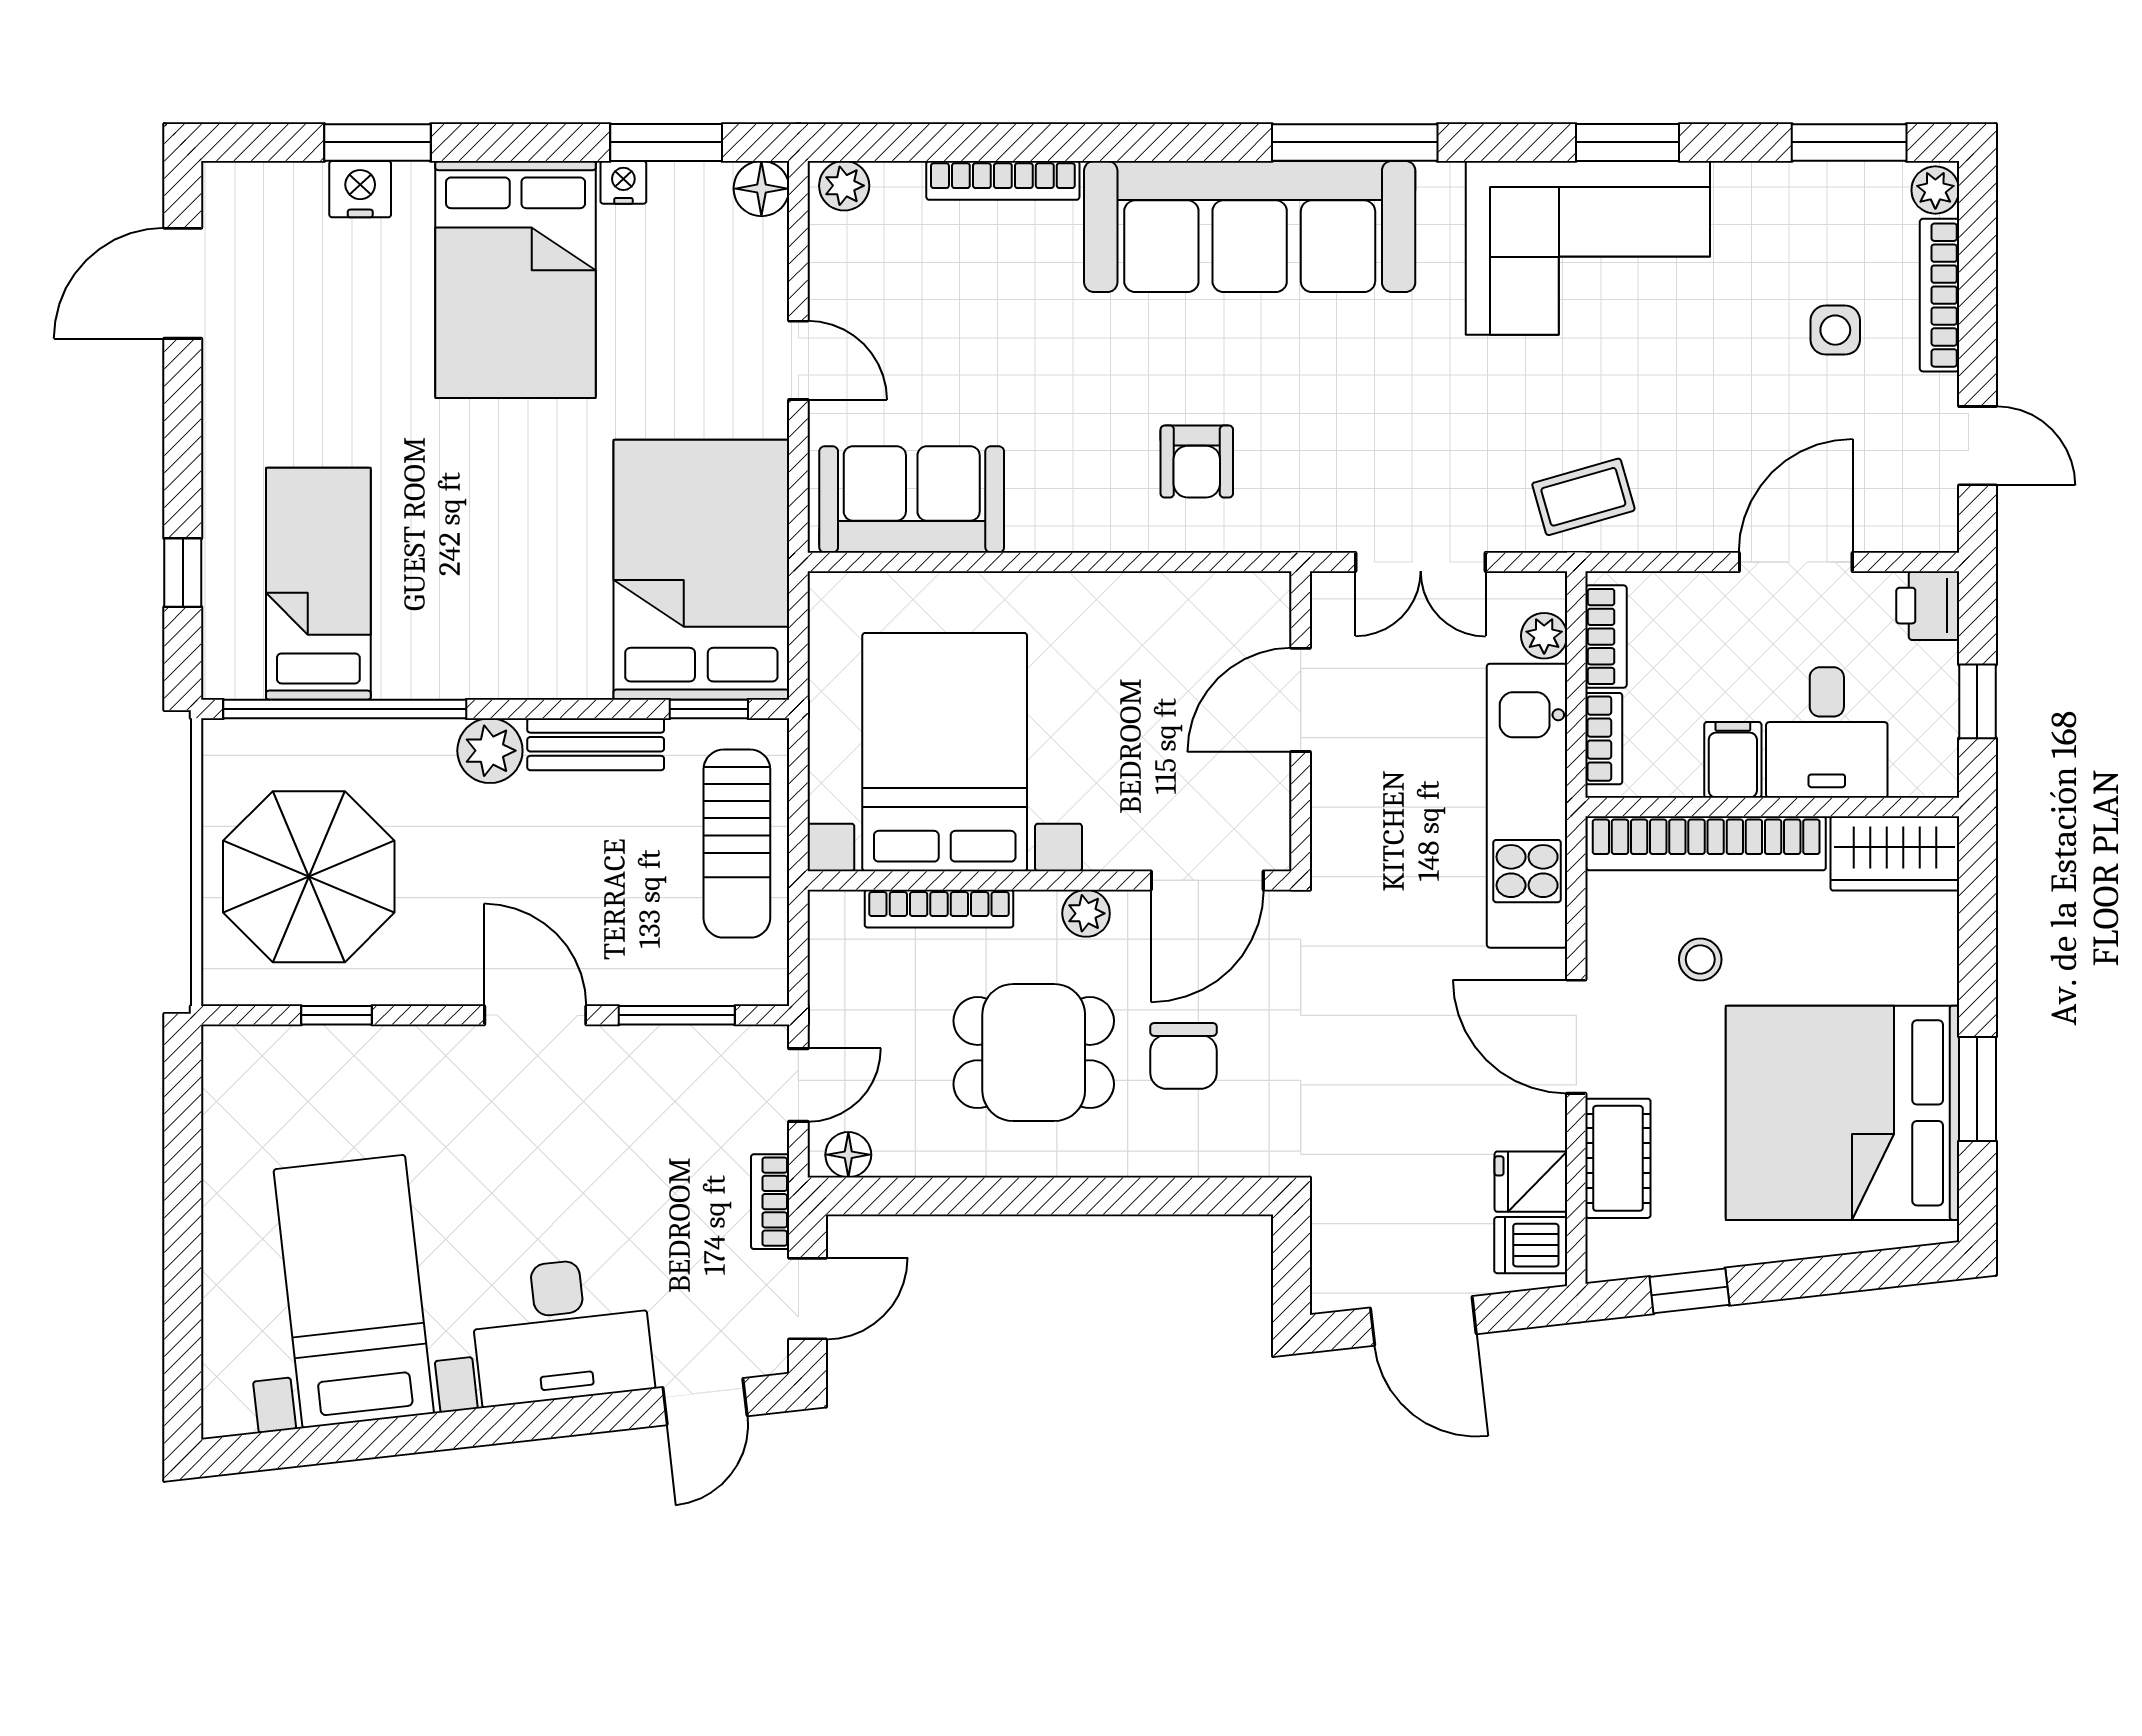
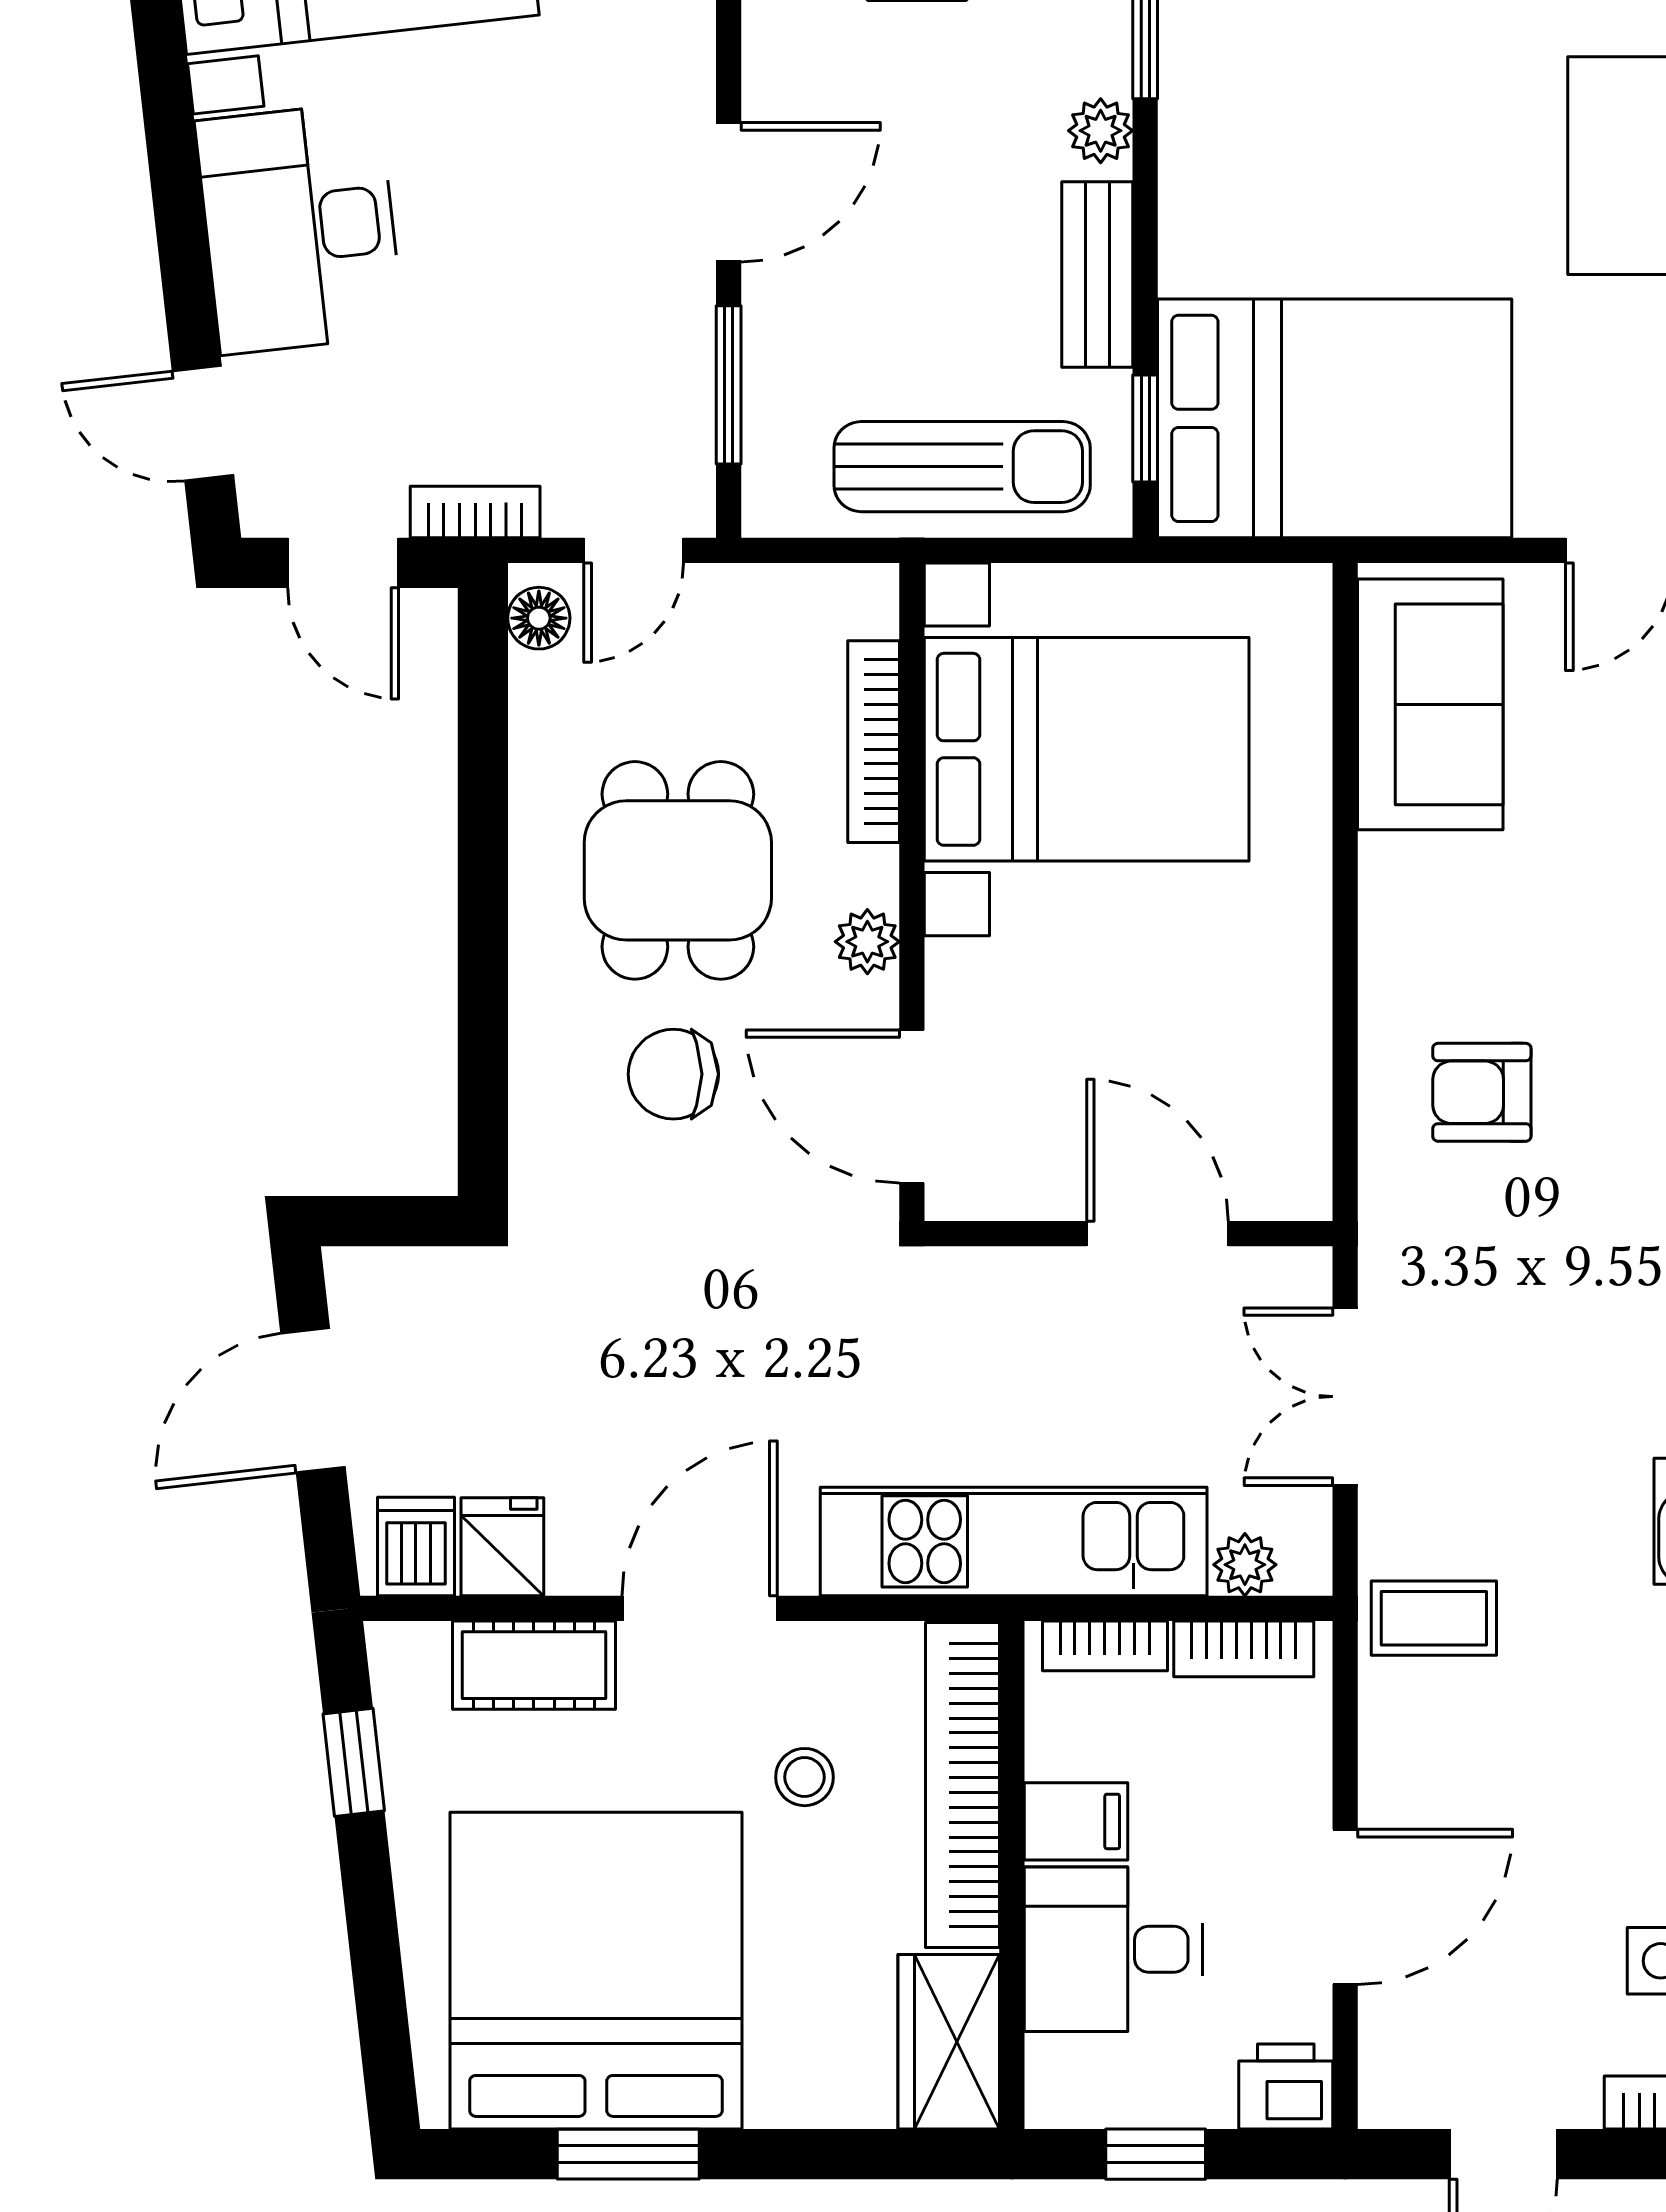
coffee table: (1583, 497) -> (1434, 1618), turned -74
door: (1796, 562) -> (1345, 1907), hinge flipped
plant: (490, 751) -> (1101, 131), width x0.73, depth x0.73
sun lounger: (737, 844) -> (962, 467), turned 180
door: (798, 1085) -> (634, 550), hinge flipped

